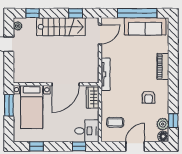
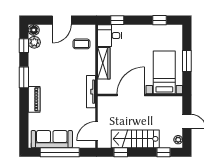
wall: (56, 84) -> (140, 95), moved
door: (66, 84) -> (131, 95), moved
window: (173, 89) -> (24, 77), added
armchair: (148, 97) -> (48, 69), removed
wardrobe: (93, 98) -> (104, 63), width x1.50
bed with nightstands: (32, 107) -> (164, 72), moved

